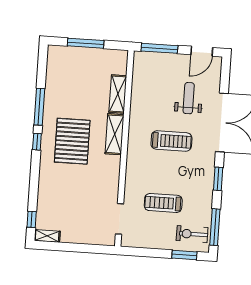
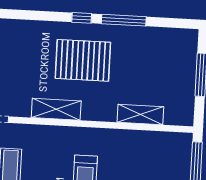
shelving: (115, 134) -> (56, 109), moved

